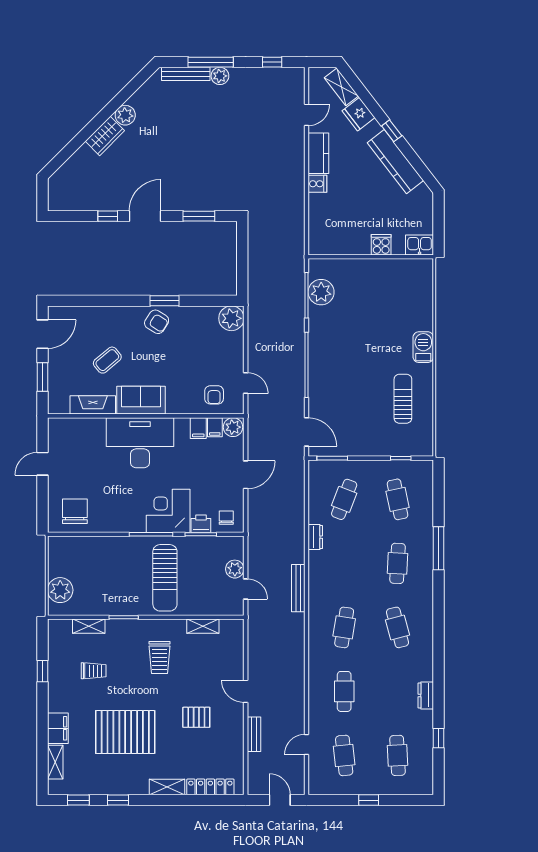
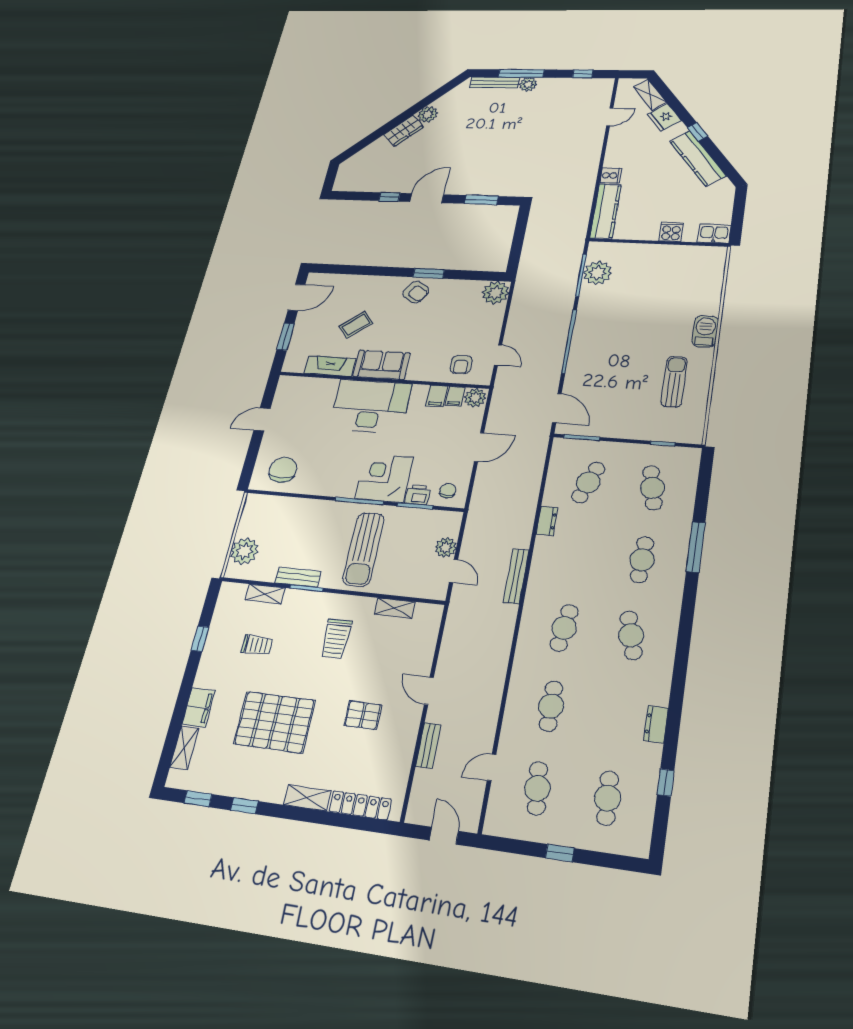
kitchen counter: (318, 153) -> (605, 211), moved, width x1.50
bench: (114, 608) -> (298, 577), added

